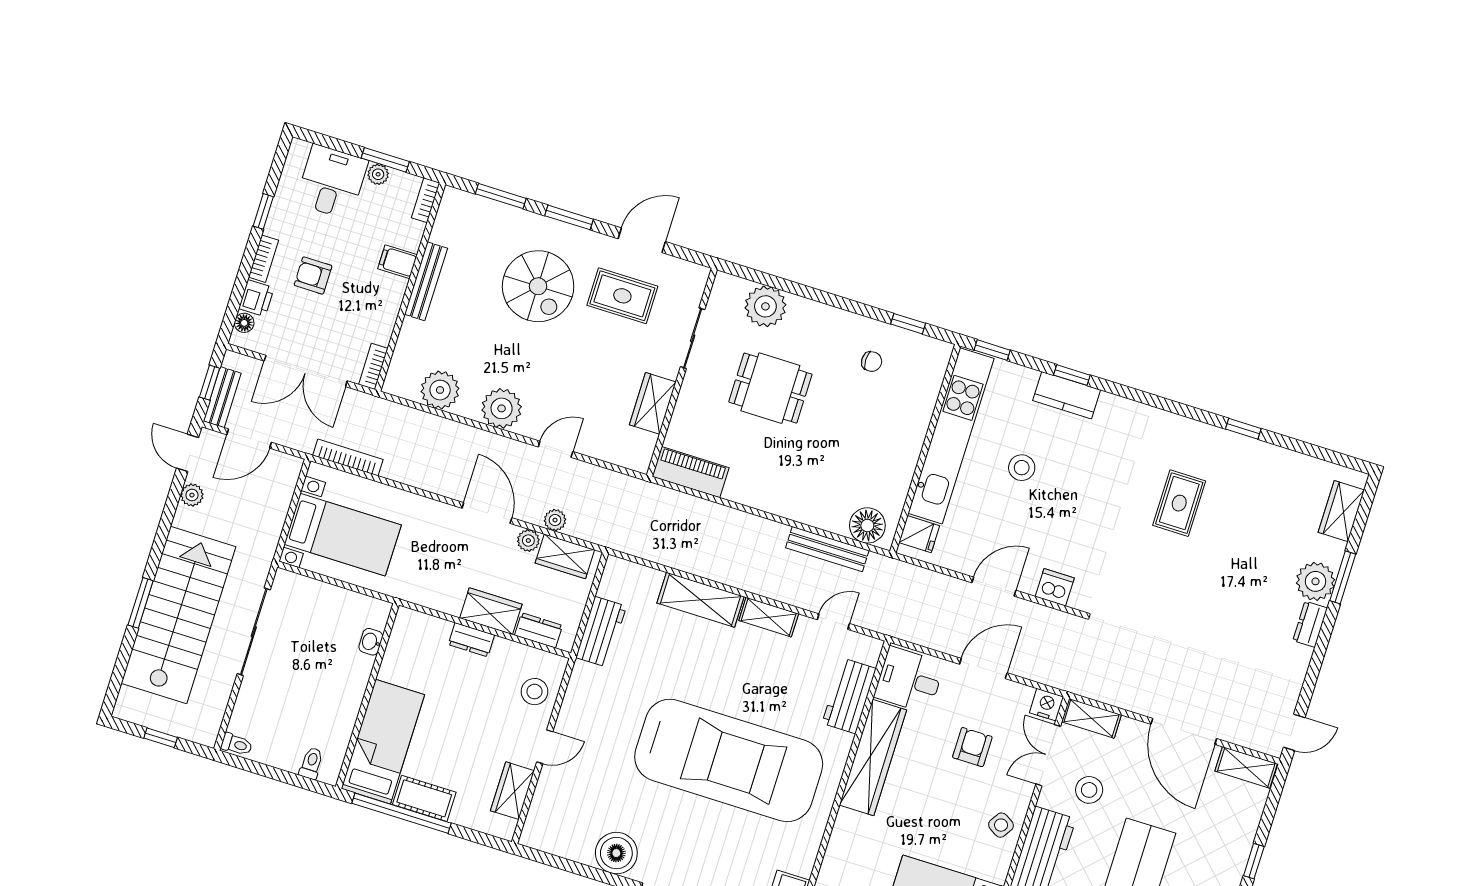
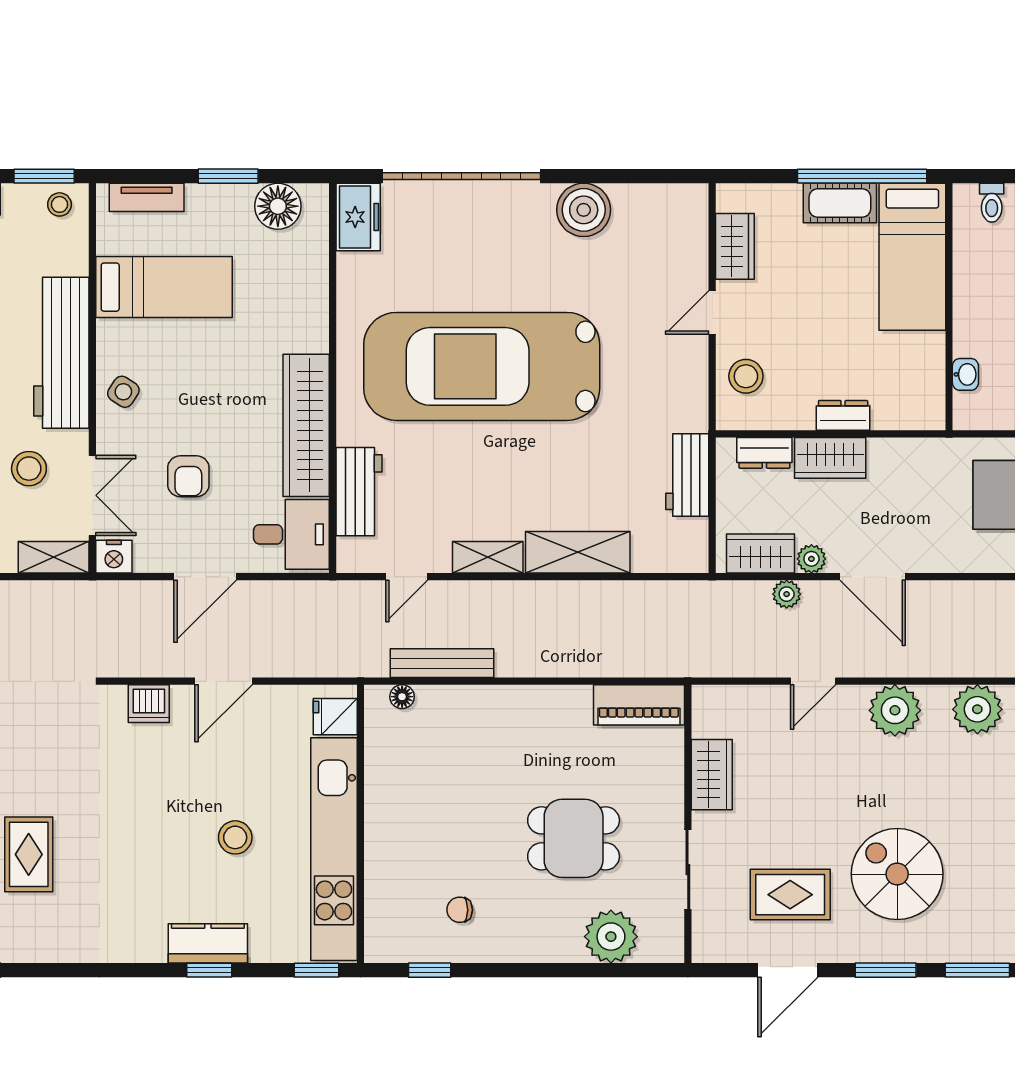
floor lamp: (867, 525) -> (402, 697), width x0.53, depth x0.53

